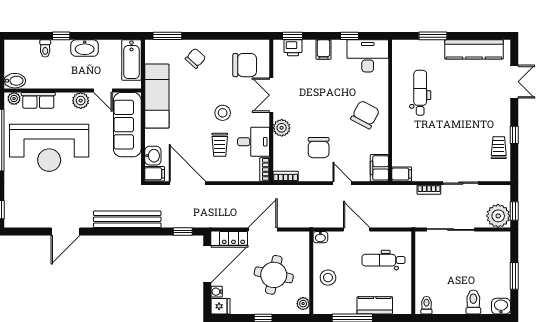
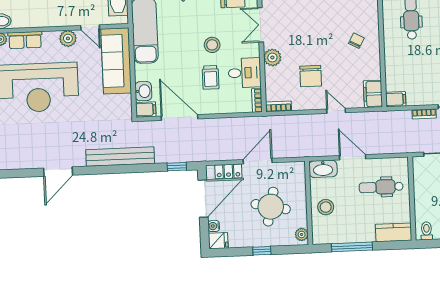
chair: (365, 115) -> (356, 41), width x0.54, depth x0.54
washbasin: (320, 237) -> (323, 169), width x1.91, depth x1.45
kitchen counter: (375, 305) -> (394, 232), moved

